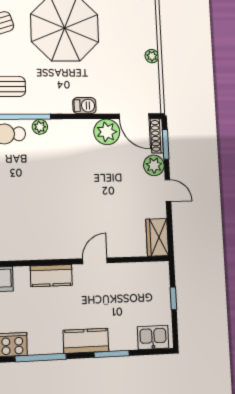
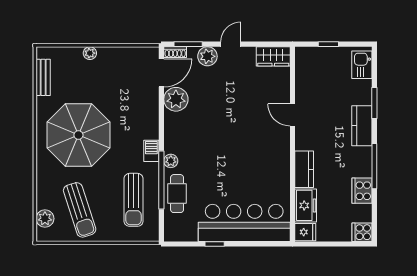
plant: (152, 56) -> (90, 53), moved
barbecue: (84, 106) -> (151, 151), moved
shoe rack: (157, 136) -> (175, 52), width x0.70
kitchen counter: (51, 276) -> (304, 169), moved

